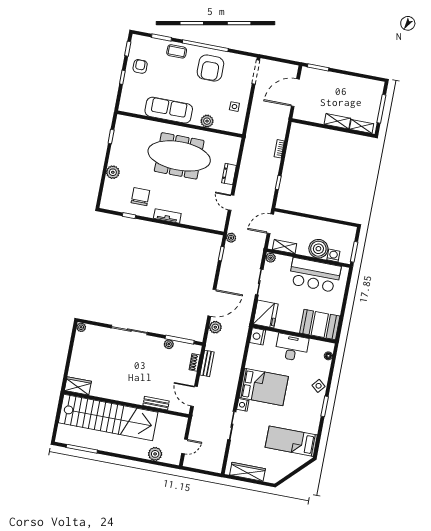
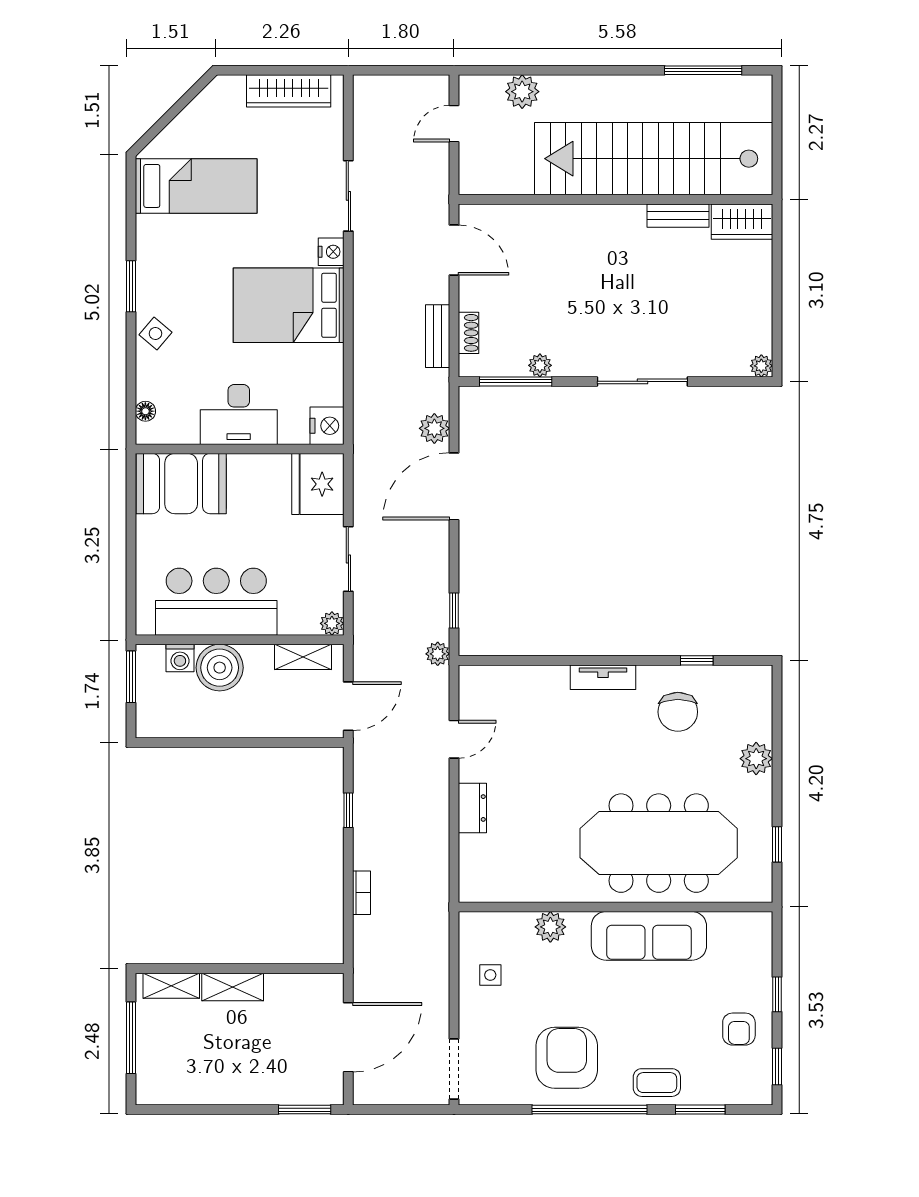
meeting table: (179, 156) -> (659, 843), moved
door: (231, 203) -> (454, 739), hinge flipped
bench: (156, 403) -> (678, 216), moved

